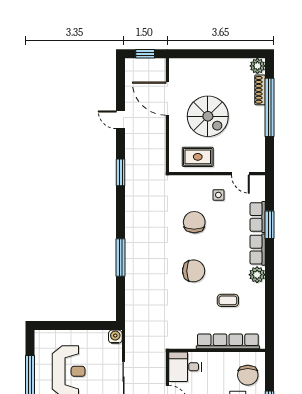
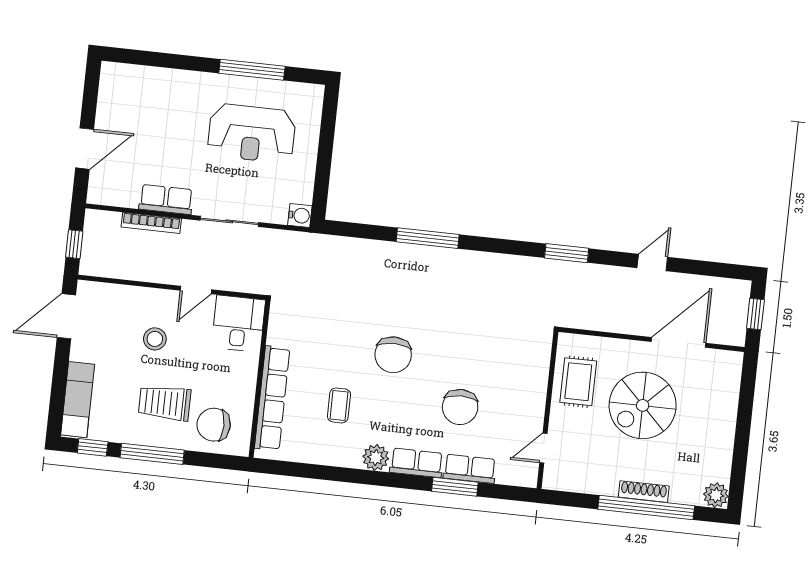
shoe rack: (260, 90) -> (644, 492), moved
side table: (218, 195) -> (512, 409), removed
chair: (194, 222) -> (460, 407), moved, turned 90

